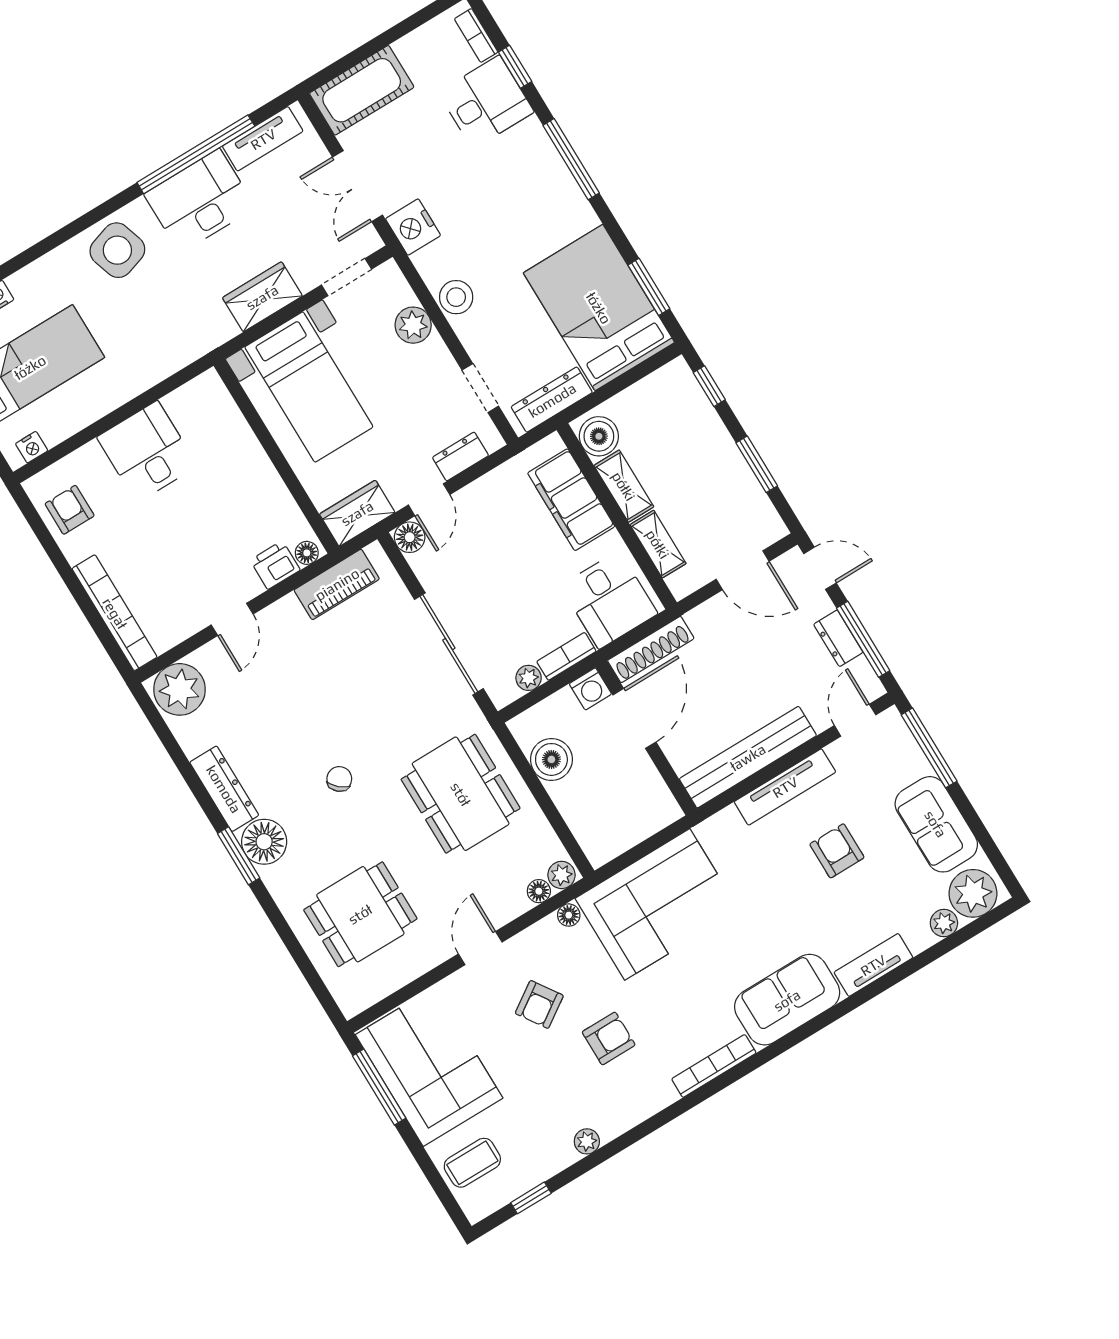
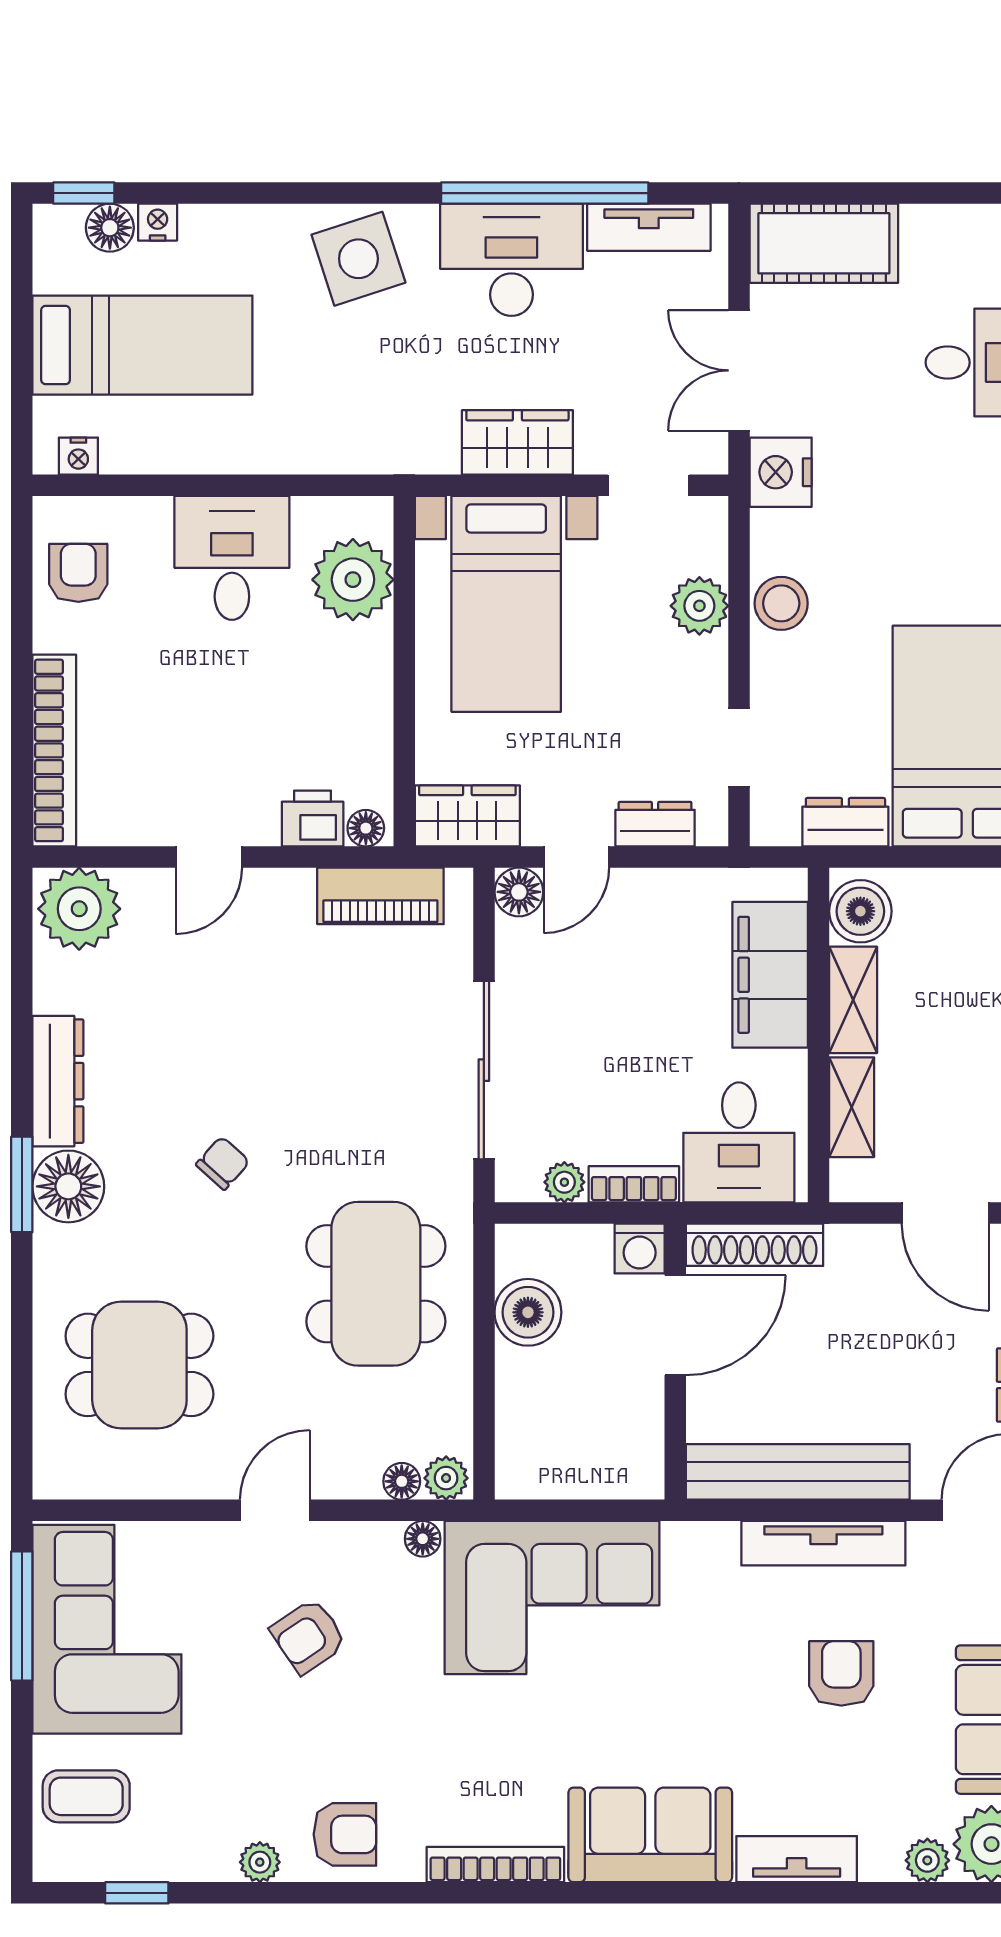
dresser: (552, 400) -> (845, 822), width x0.70
plant: (219, 424) -> (353, 580), added
armchair: (609, 1038) -> (345, 1834), moved

